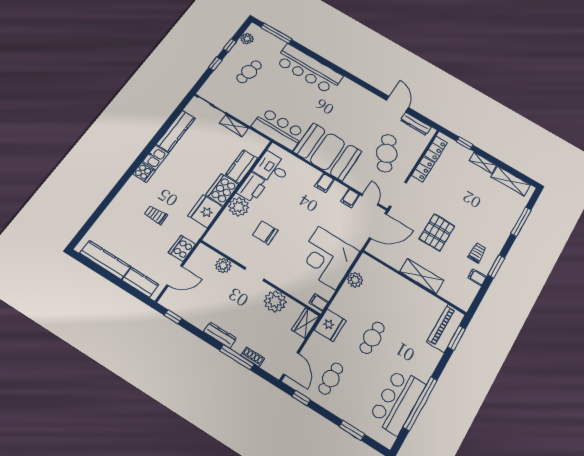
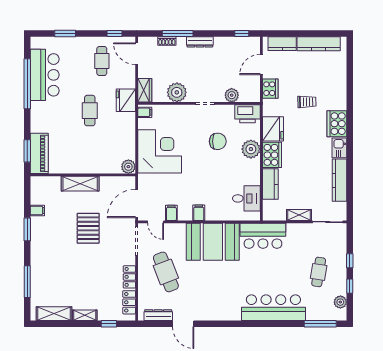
cooker: (144, 172) -> (337, 124), width x1.87, depth x1.31
printer: (252, 187) -> (247, 114), moved, turned -90
trolley: (477, 253) -> (48, 231), removed
plant: (355, 280) -> (128, 167), moved

